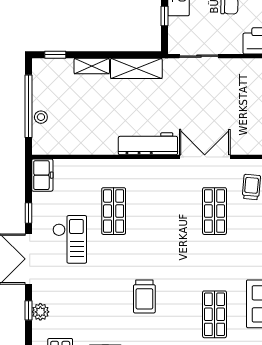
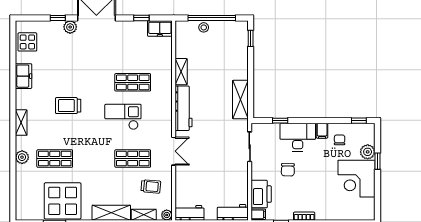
shelving: (92, 66) -> (181, 72), moved
double door: (205, 157) -> (174, 151), width x0.73
window: (28, 213) -> (141, 18), moved
checkout: (70, 239) -> (123, 117), moved, turned 180
plant: (40, 312) -> (70, 27), moved

